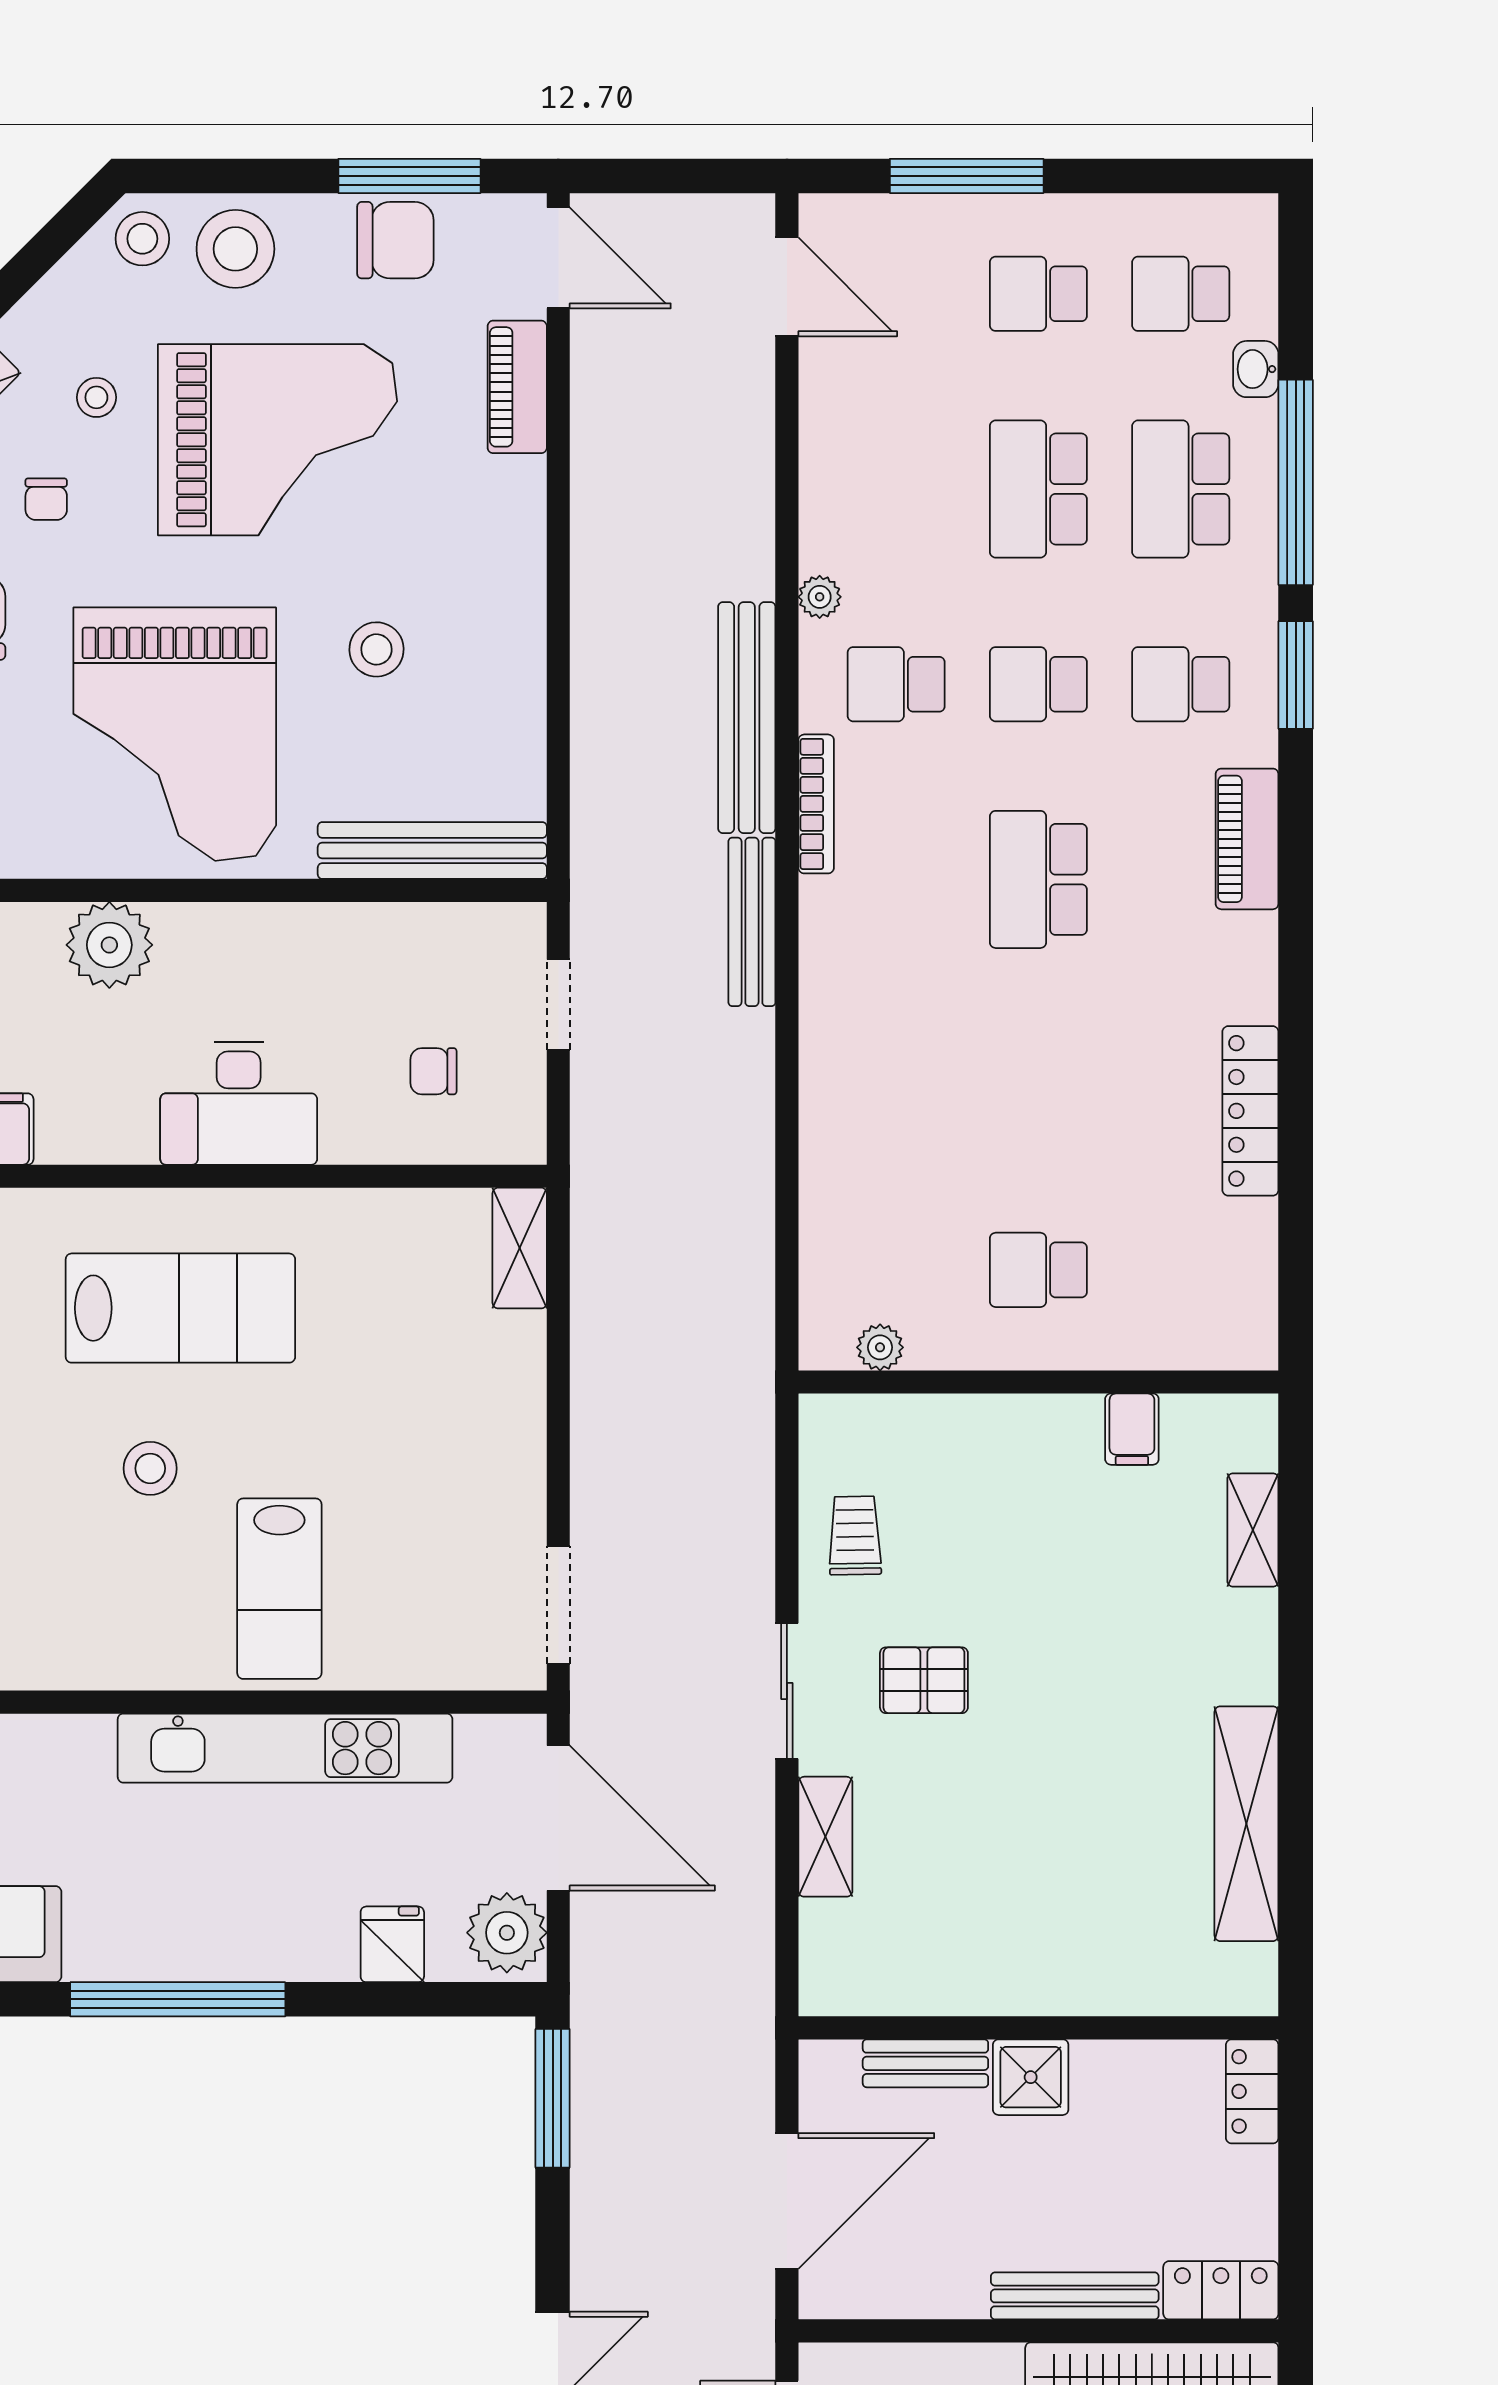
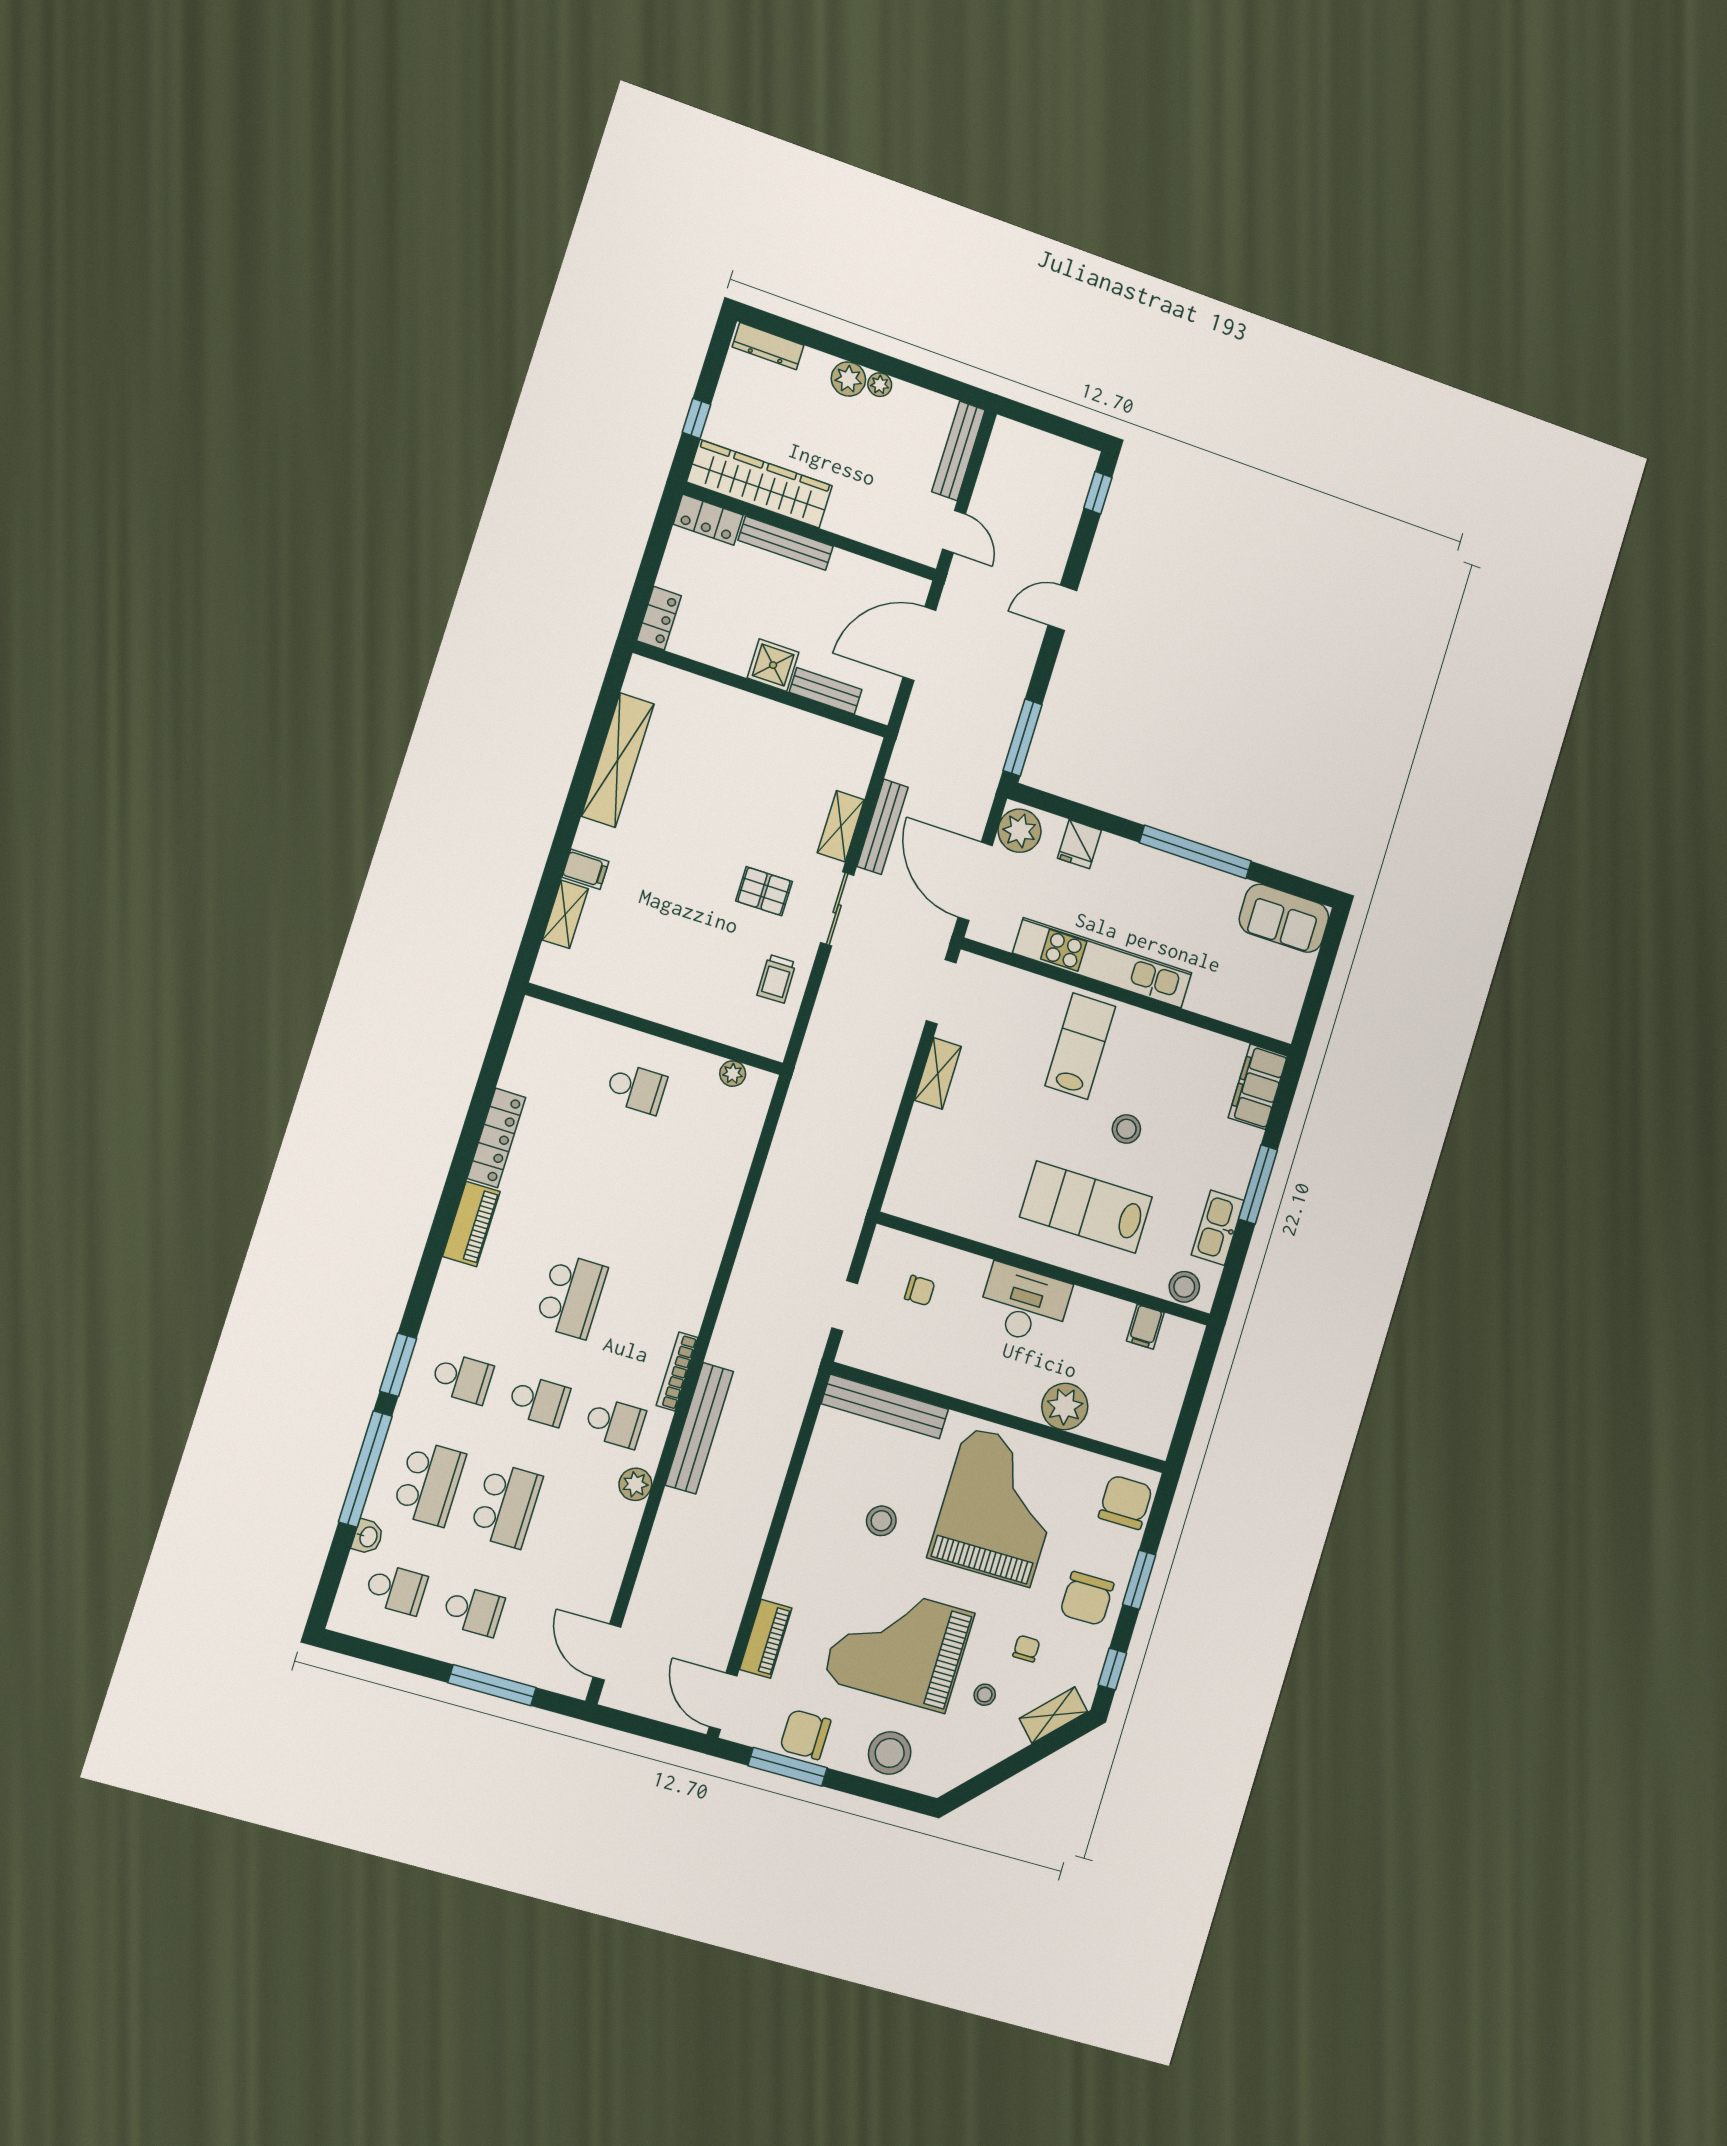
stool: (142, 239) -> (936, 1772), removed
plant: (820, 597) -> (635, 1484), width x1.38, depth x1.38
piano: (1247, 839) -> (471, 1224), moved
bench: (752, 922) -> (883, 827), moved
shelving: (520, 1248) -> (938, 1073), moved
filing cabinet: (1132, 1429) -> (585, 869), moved, turned 90

